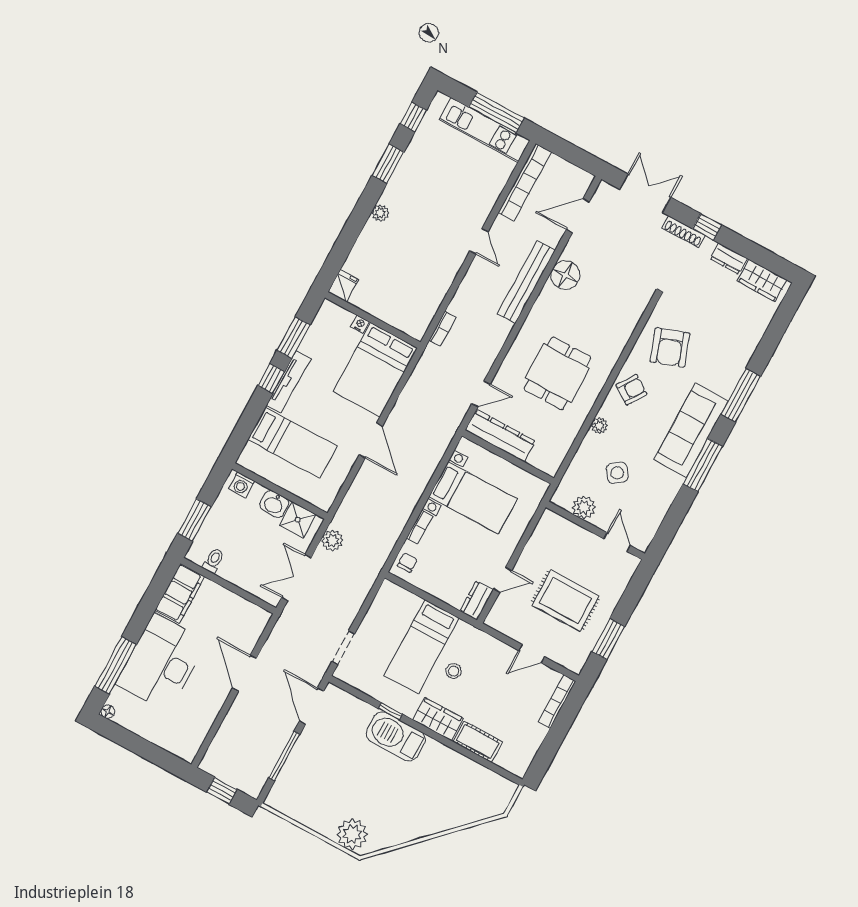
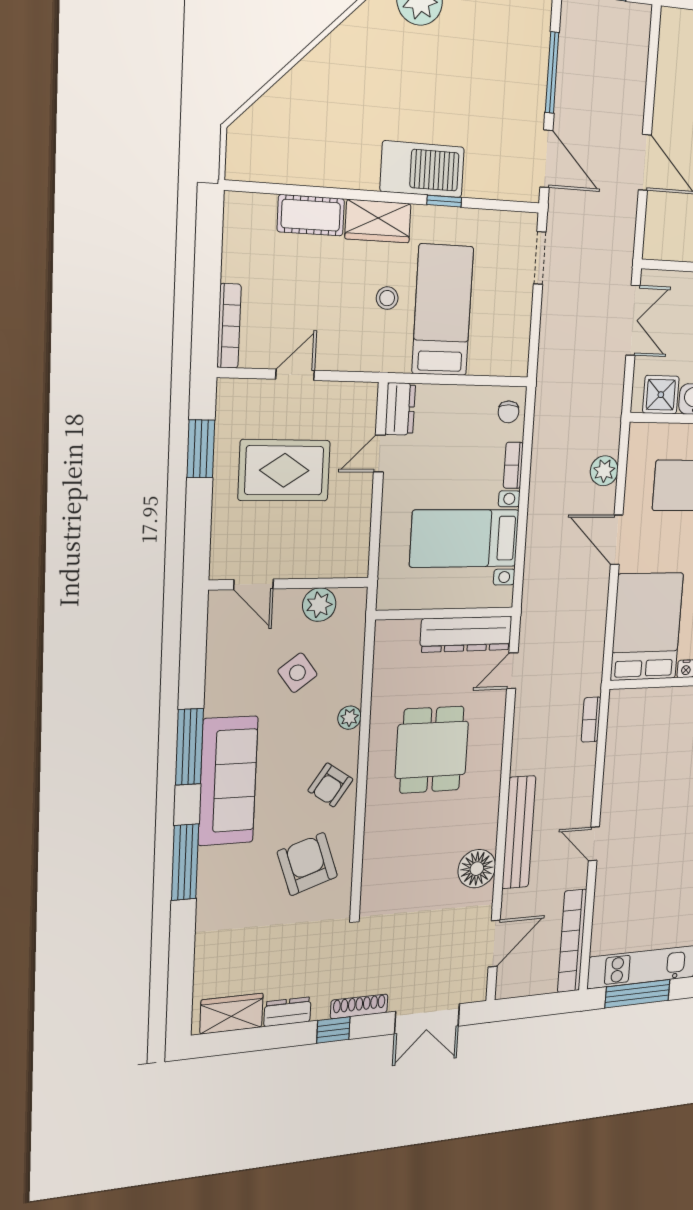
plant: (332, 541) -> (604, 471), moved

